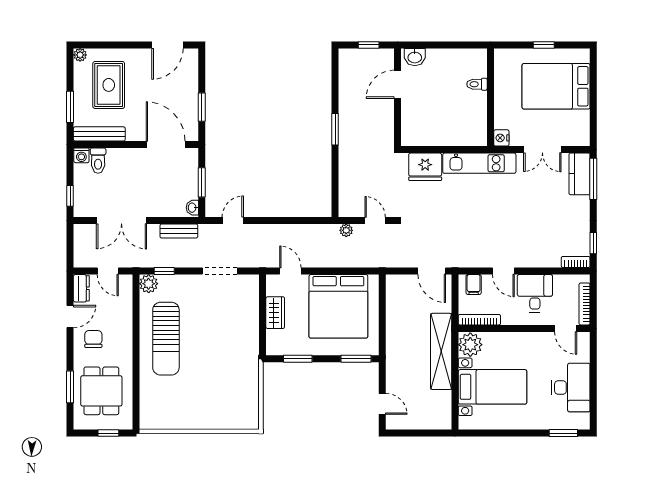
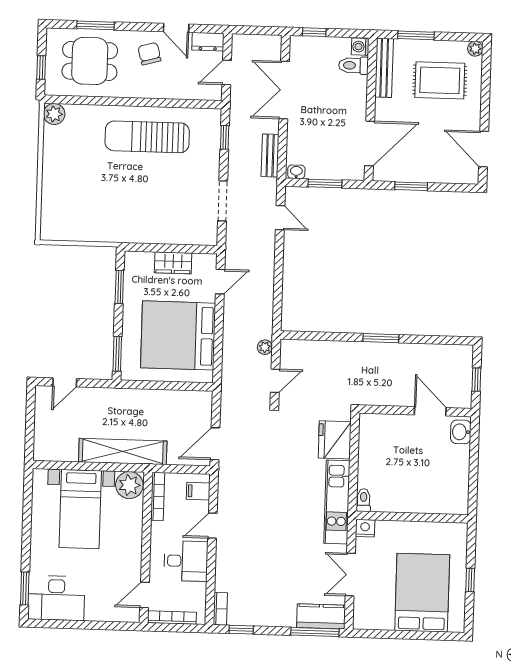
toilet: (477, 84) -> (364, 500), moved
plant: (149, 284) -> (54, 114), moved
chair: (93, 339) -> (149, 54), turned -105
desk: (571, 387) -> (56, 598), moved

